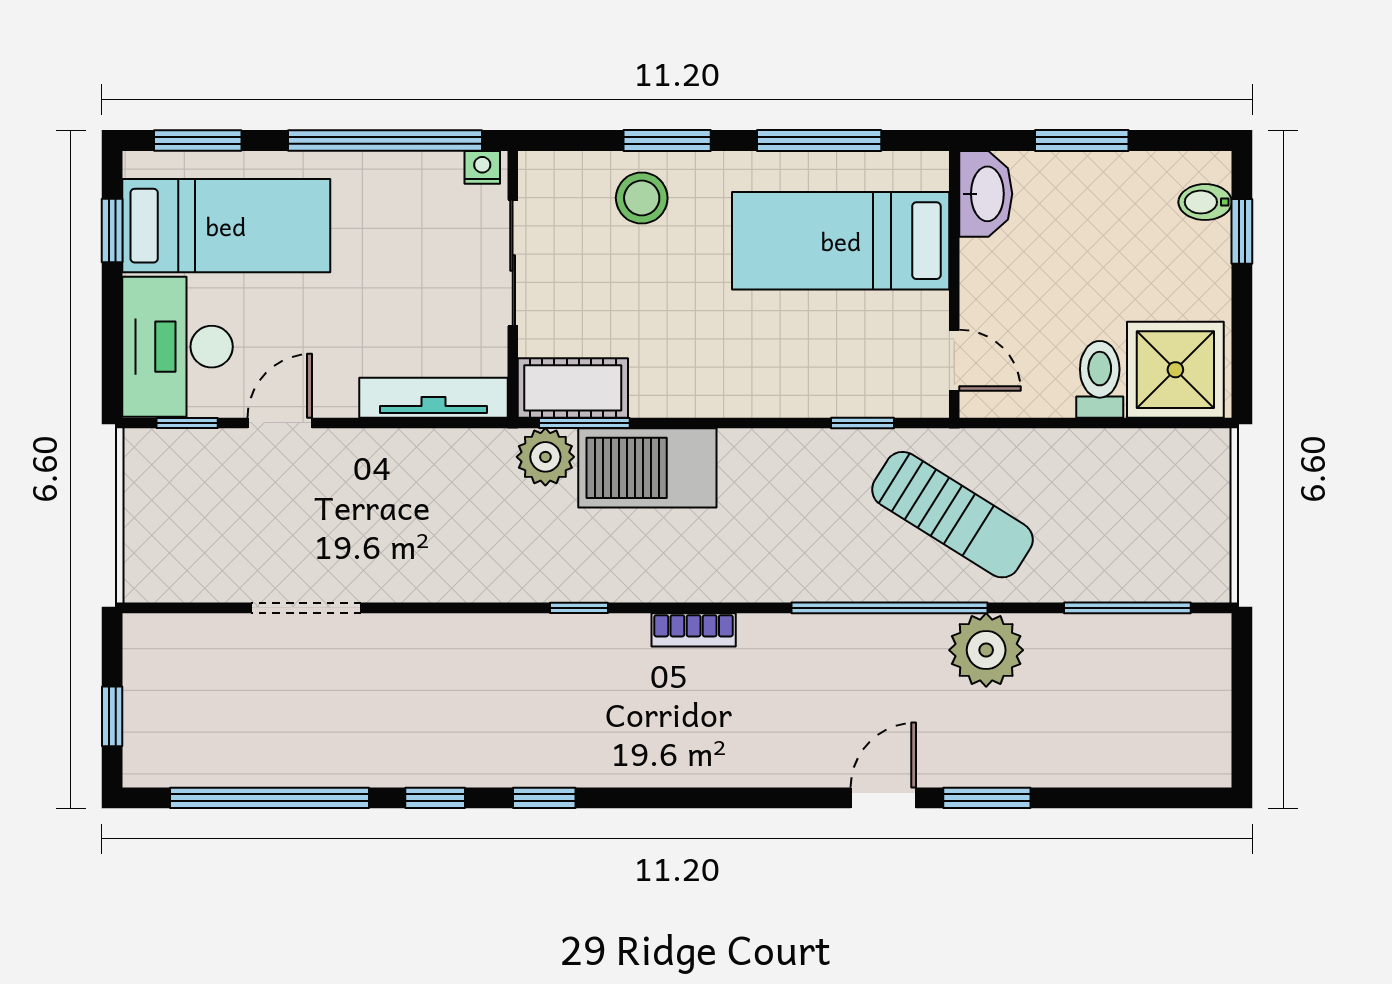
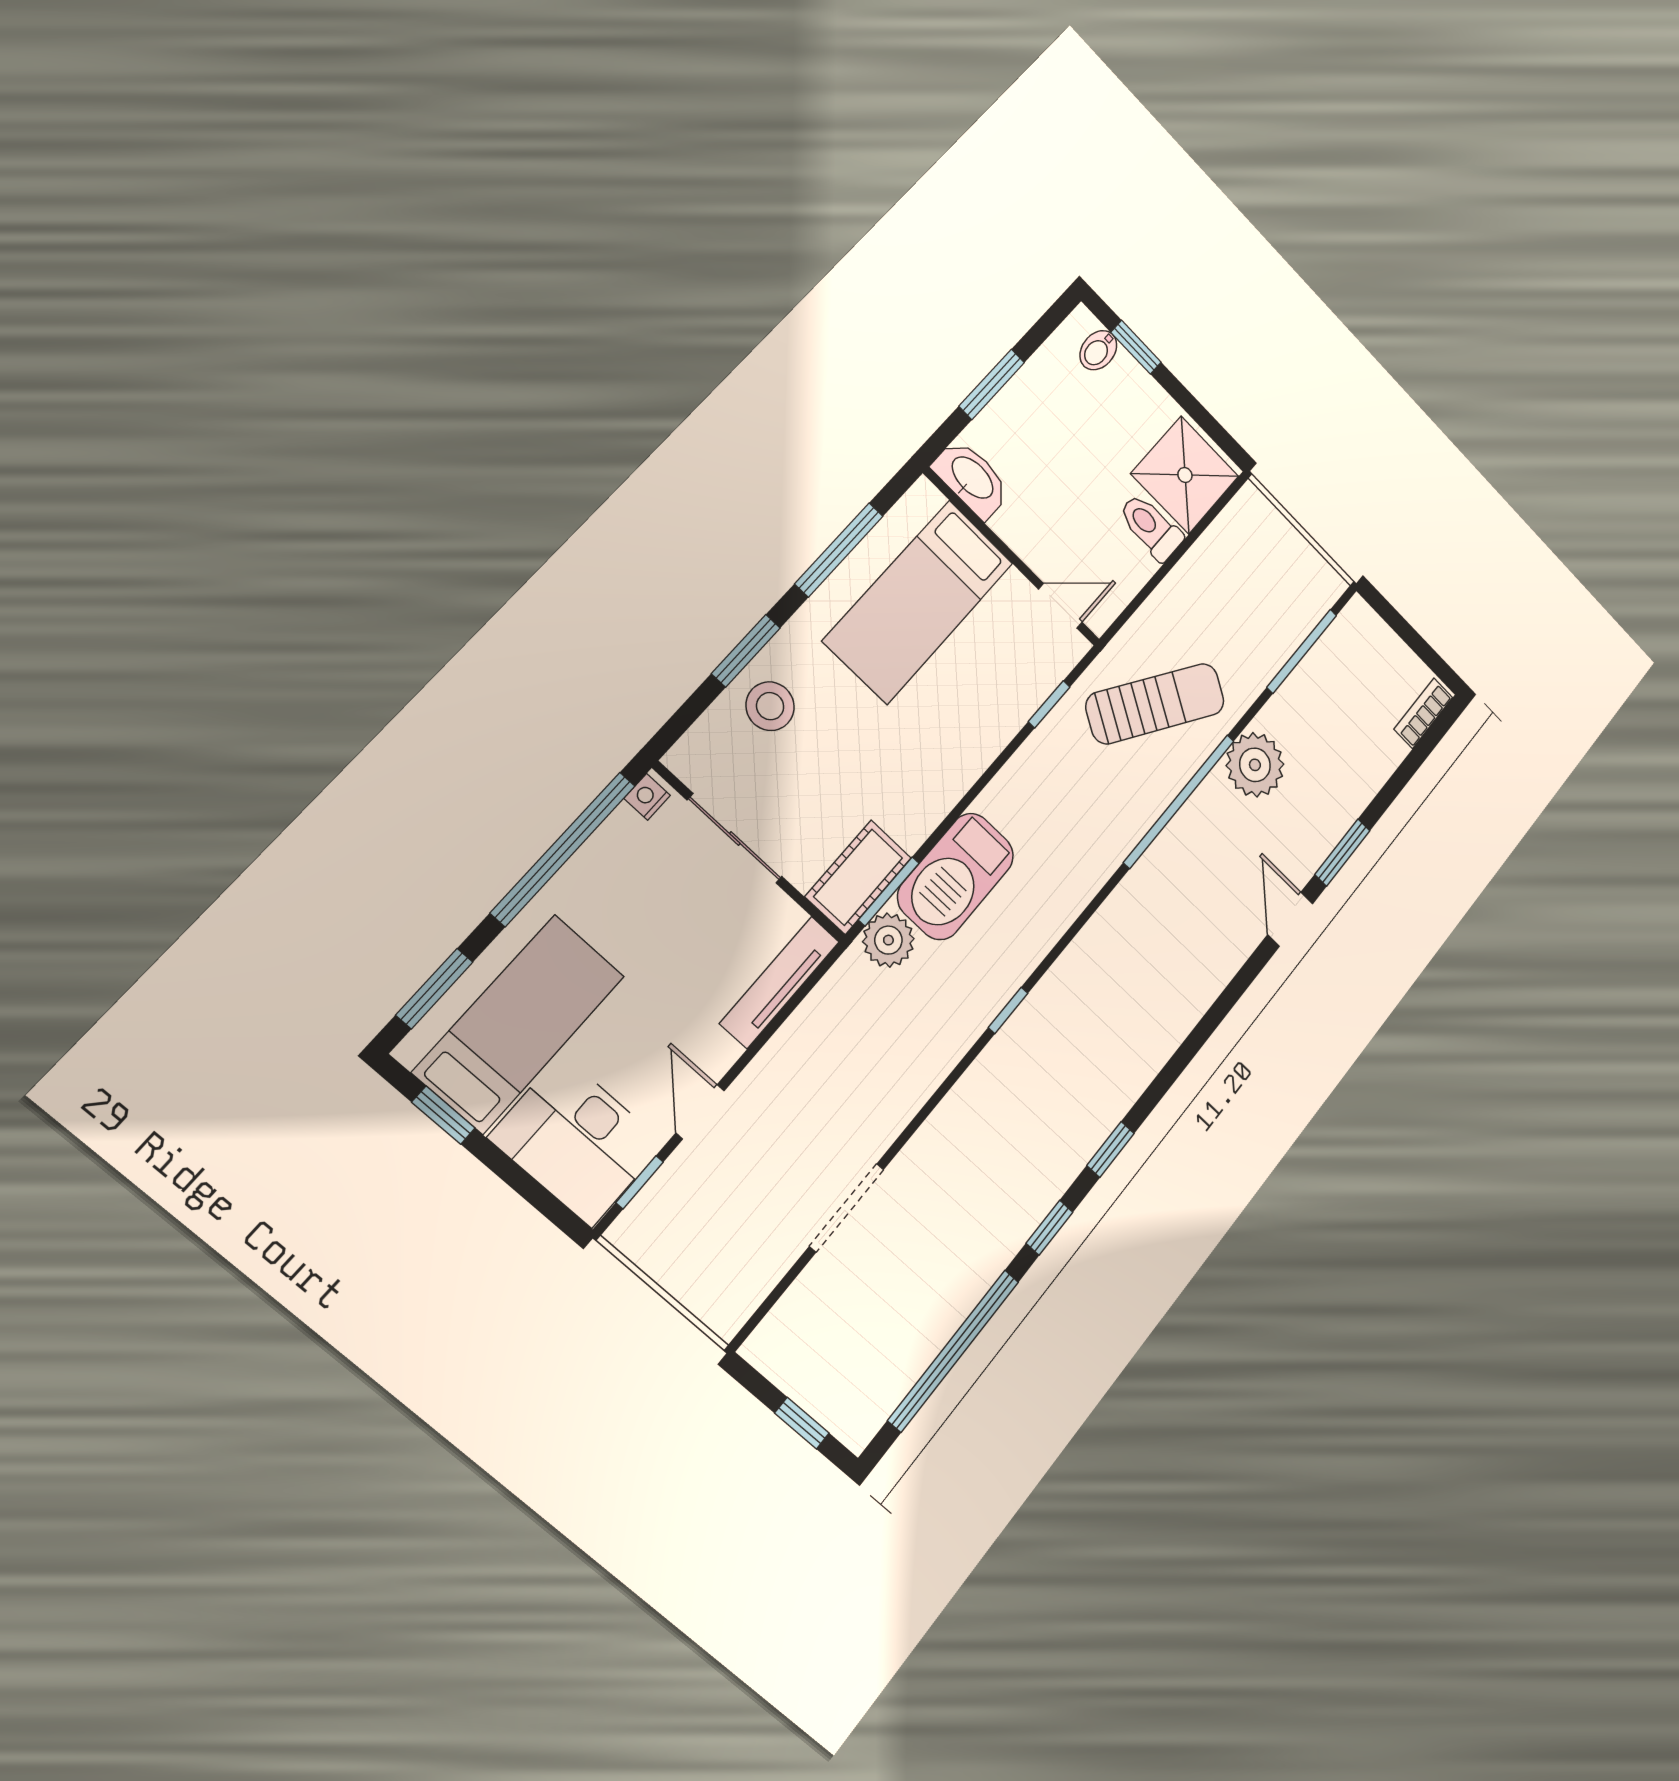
bookcase: (694, 630) -> (1423, 713), moved, turned 180

